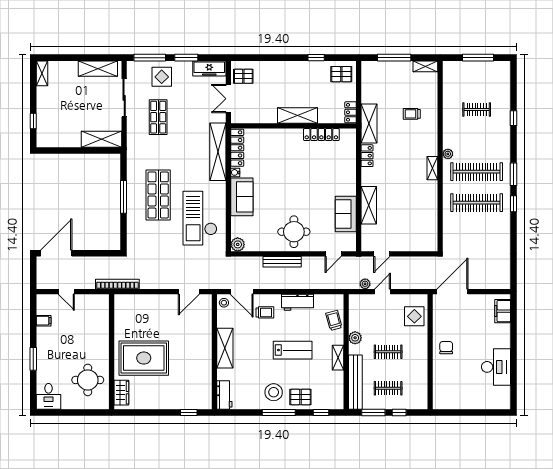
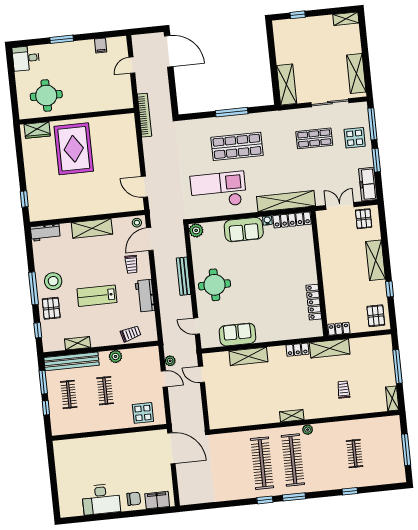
shelving: (297, 116) -> (375, 260), moved
chair: (446, 348) -> (134, 499), moved
lab bench: (293, 350) -> (97, 296), turned 90
shelving: (338, 358) -> (78, 343), moved

